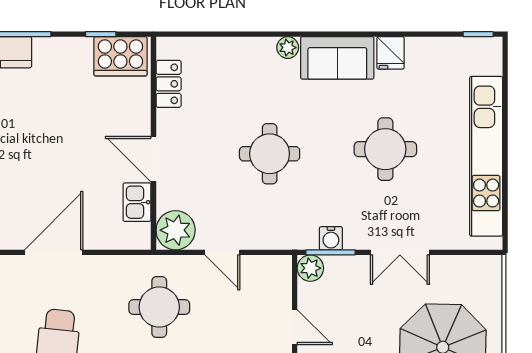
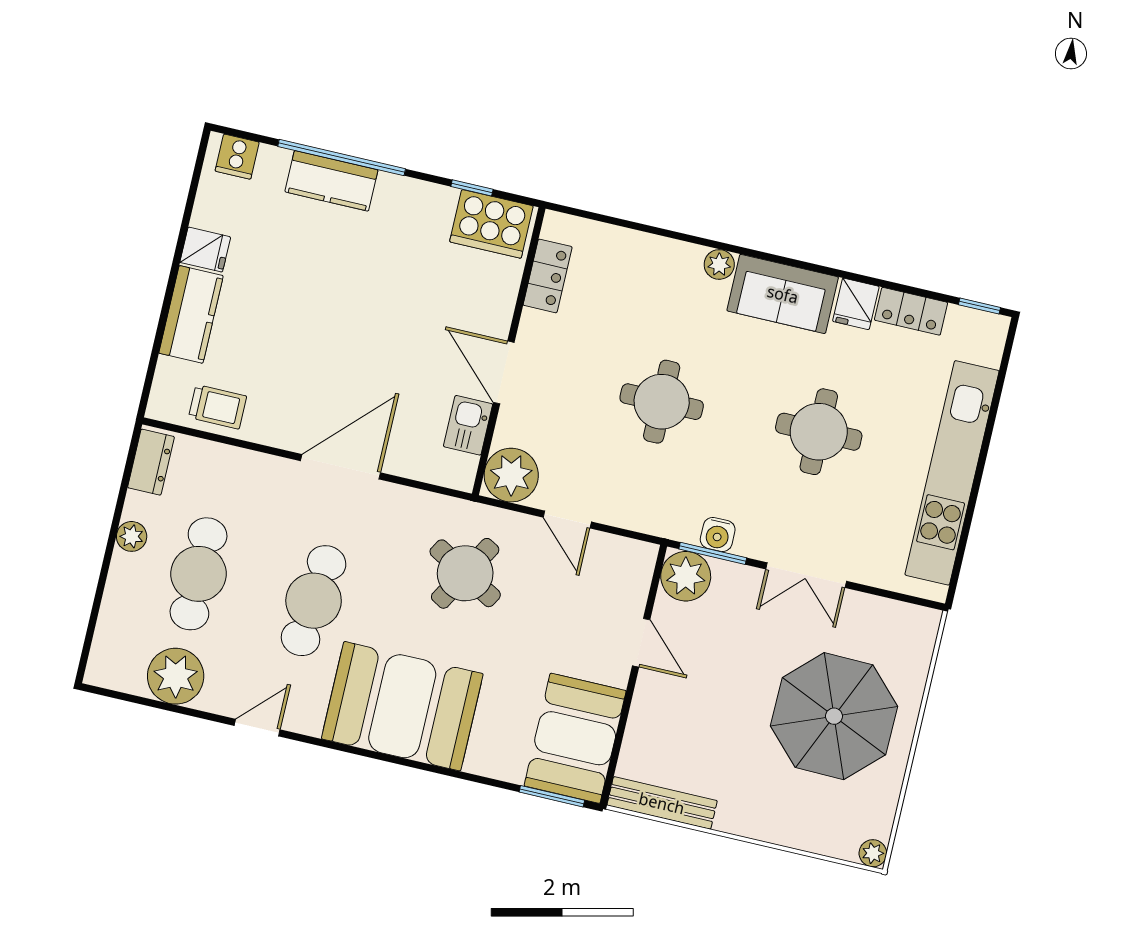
locker: (431, 49) -> (911, 311), added
plant: (310, 268) -> (686, 576), width x1.36, depth x1.36
round table: (159, 307) -> (465, 573), turned 30

